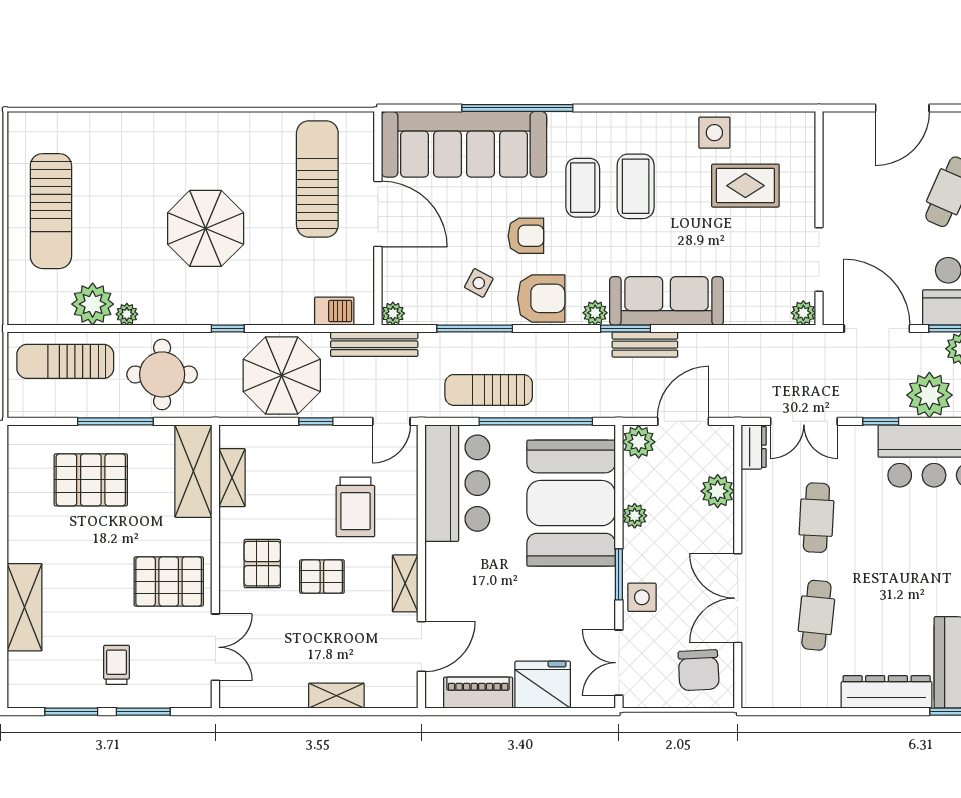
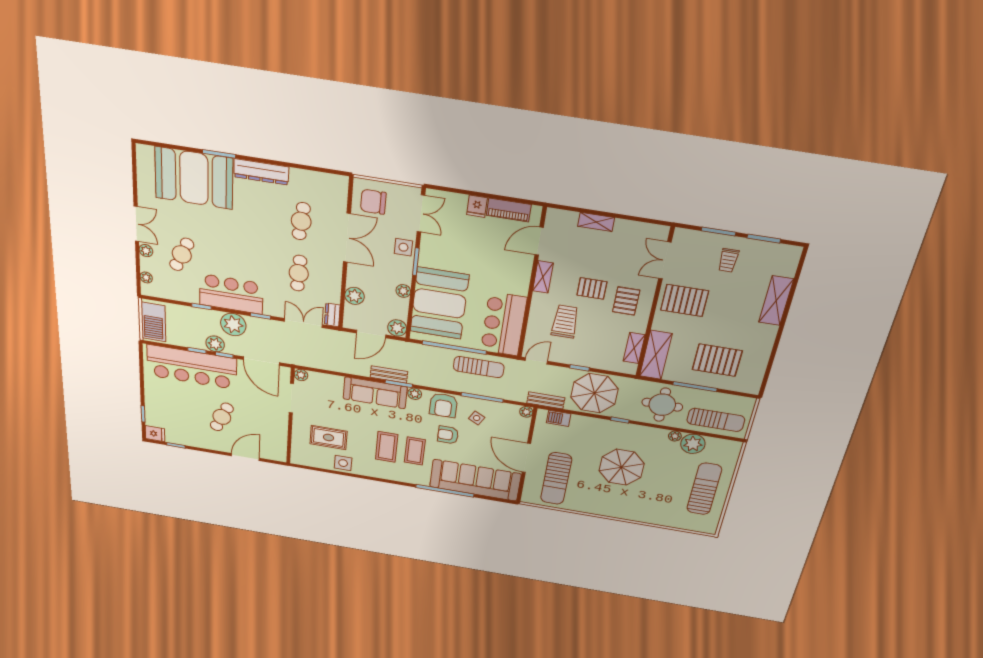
armchair: (541, 298) -> (443, 405), turned -90
bench: (374, 344) -> (546, 400), width x0.73
chair: (699, 670) -> (373, 202), turned -87
fridge: (543, 685) -> (477, 206), width x0.53, depth x0.75

